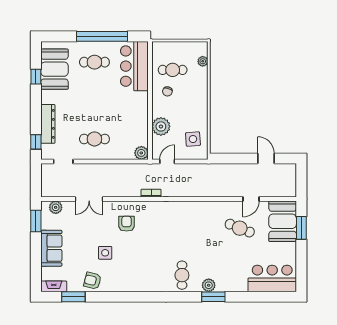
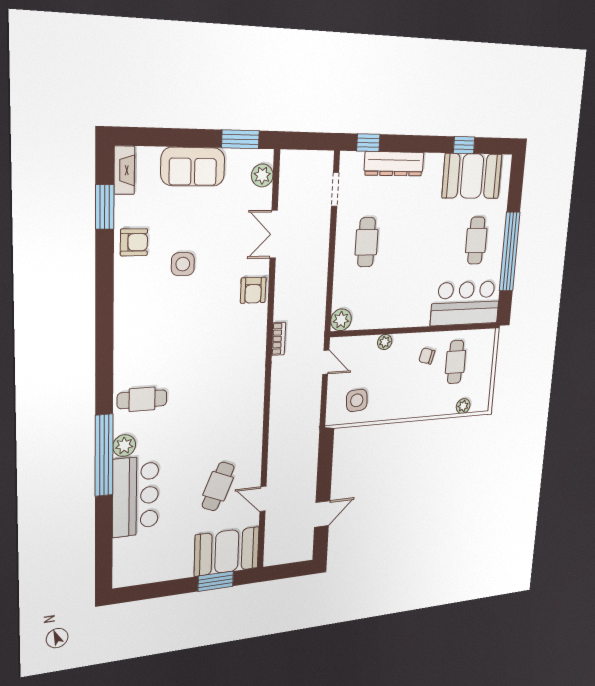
plant: (161, 126) -> (385, 342), width x0.53, depth x0.53
armchair: (127, 224) -> (253, 290), moved, turned 90
bar counter: (272, 278) -> (135, 496), moved
armchair: (92, 281) -> (134, 242), turned 76
window: (213, 297) -> (104, 455), width x2.11

